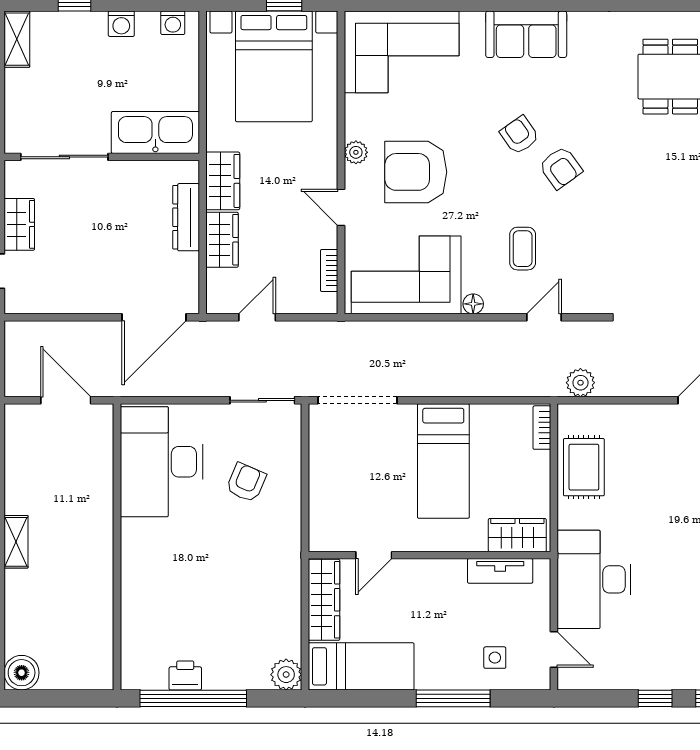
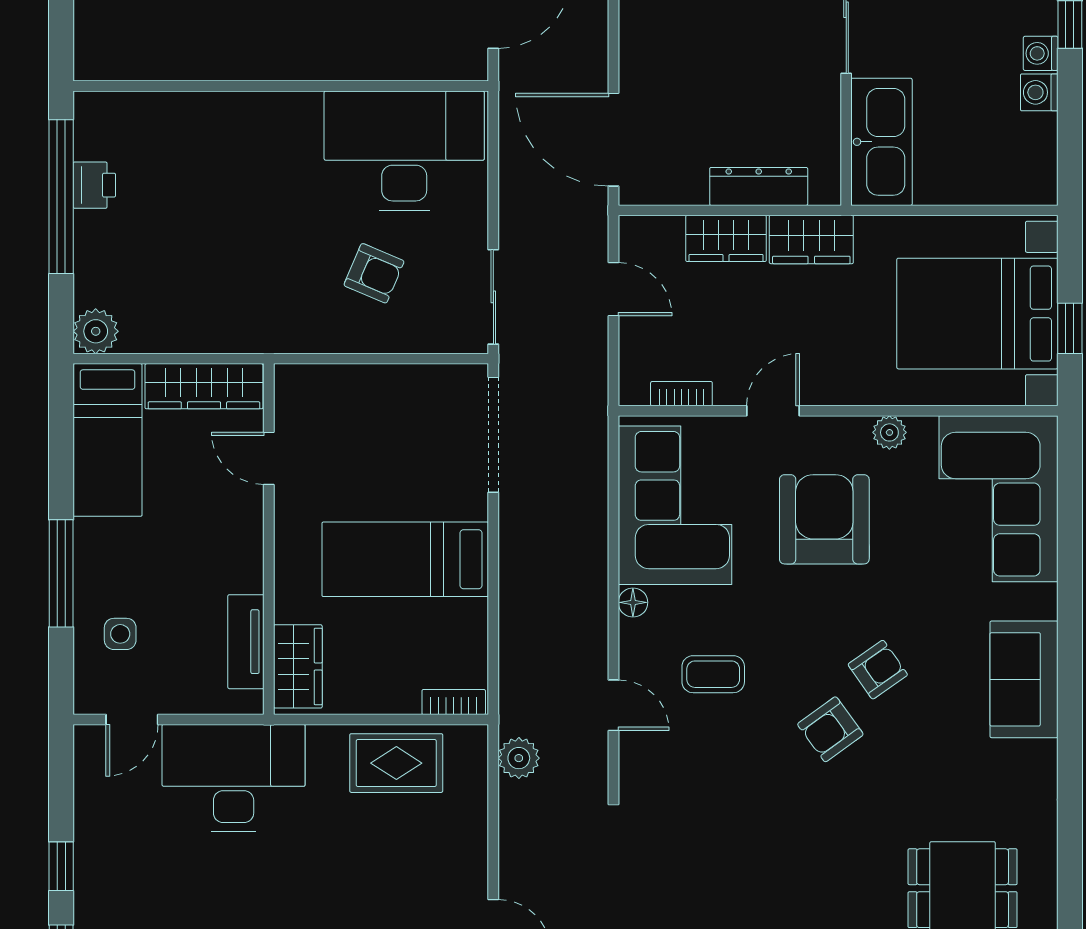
washing machine: (173, 23) -> (1041, 53), moved
plant: (356, 152) -> (889, 432), moved

